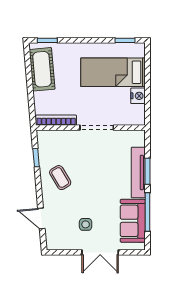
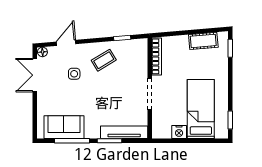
cot: (42, 69) -> (203, 41), width x0.73, depth x0.75
tv unit: (138, 173) -> (124, 132), moved
side table: (86, 224) -> (74, 74), moved
floor lamp: (51, 244) -> (42, 52), added
double door: (100, 252) -> (35, 75), moved

